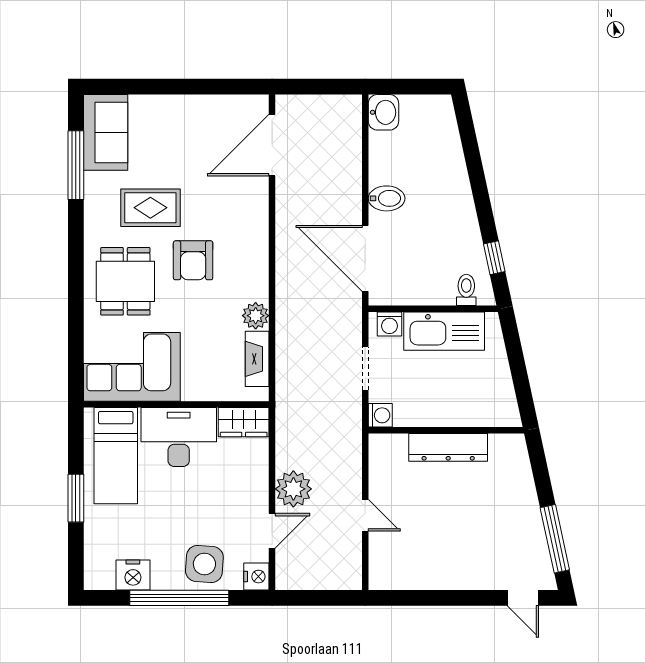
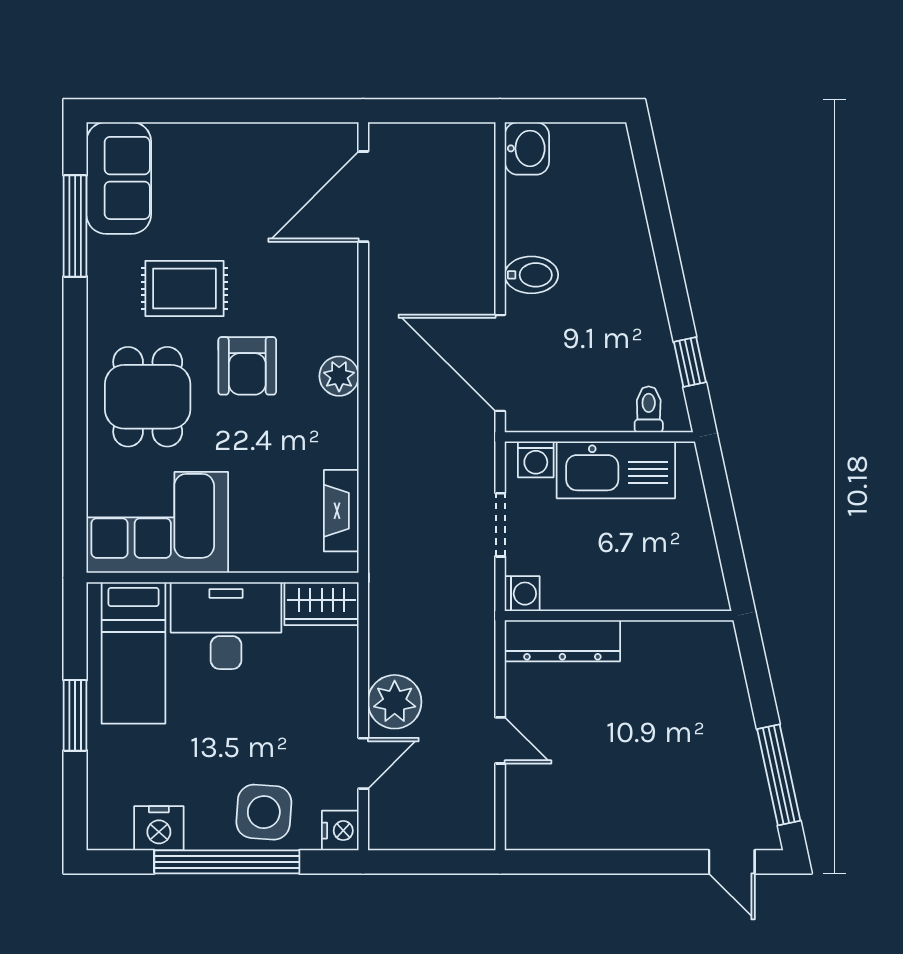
plant: (256, 316) -> (339, 376), moved
dresser: (448, 447) -> (562, 641), moved

